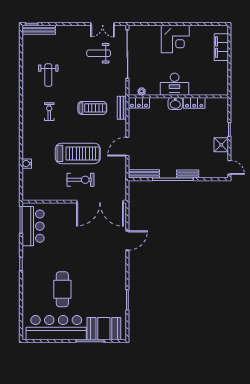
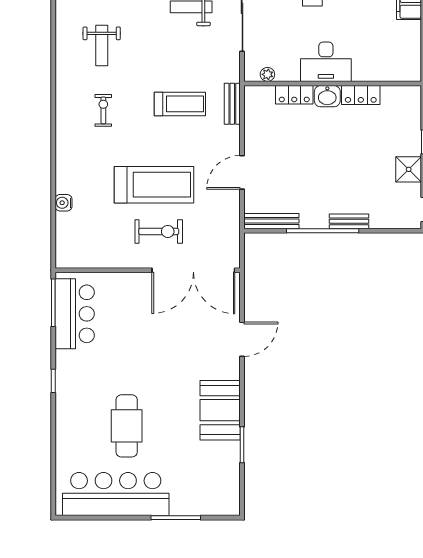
locker: (139, 103) -> (294, 95), moved
booth: (104, 329) -> (220, 410), moved, turned 90

